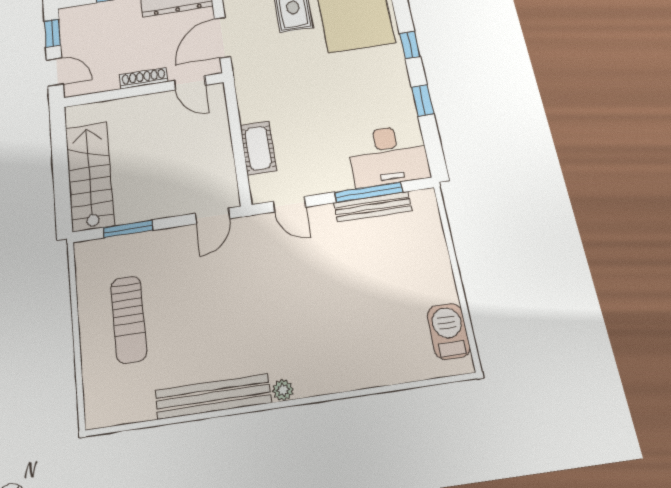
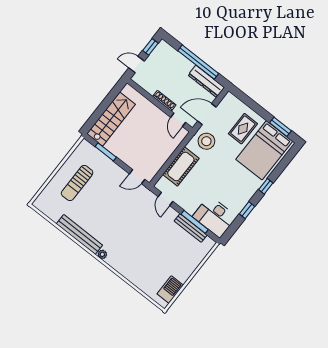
stool: (261, 71) -> (206, 141), added
door: (55, 72) -> (136, 64), swing flipped
cot: (258, 148) -> (181, 166), width x1.37, depth x1.34

